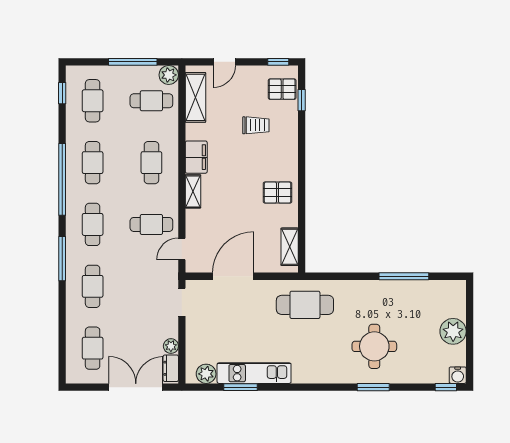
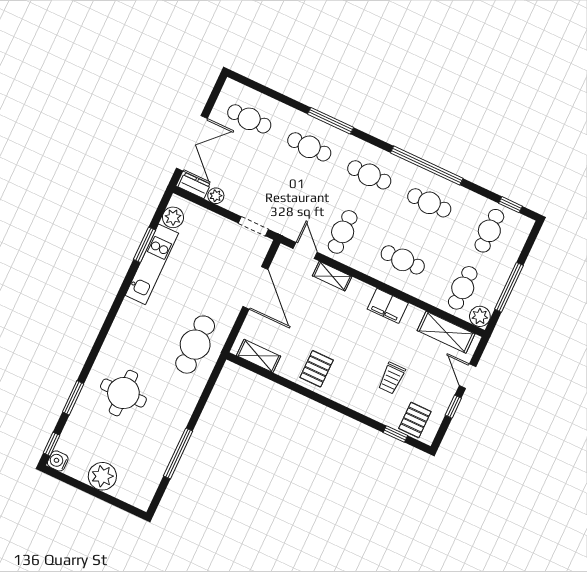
window: (278, 62) -> (453, 407), moved
cafe table: (93, 101) -> (489, 231), turned 90
shelving: (193, 191) -> (332, 276), moved
window: (62, 259) -> (331, 121), moved
window: (373, 387) -> (73, 398), moved

